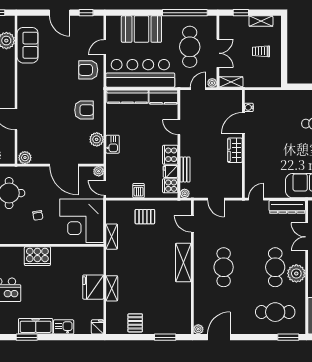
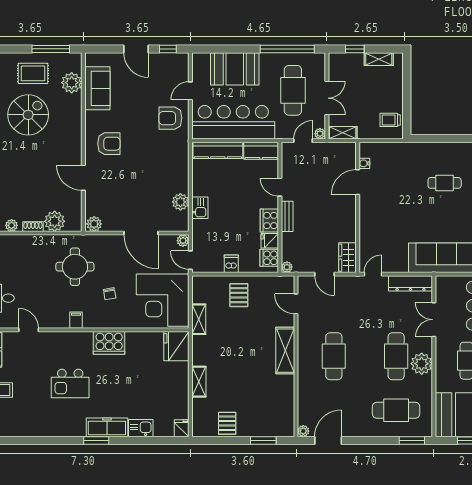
trolley: (261, 51) -> (390, 120), moved
armchair: (84, 110) -> (109, 144), moved
wardrobe: (235, 150) -> (347, 258), moved
bench: (185, 169) -> (287, 216), moved
pallet: (145, 217) -> (239, 295), turned 90
filing cabinet: (10, 237) -> (76, 320), added
fridge: (93, 287) -> (176, 346), moved

